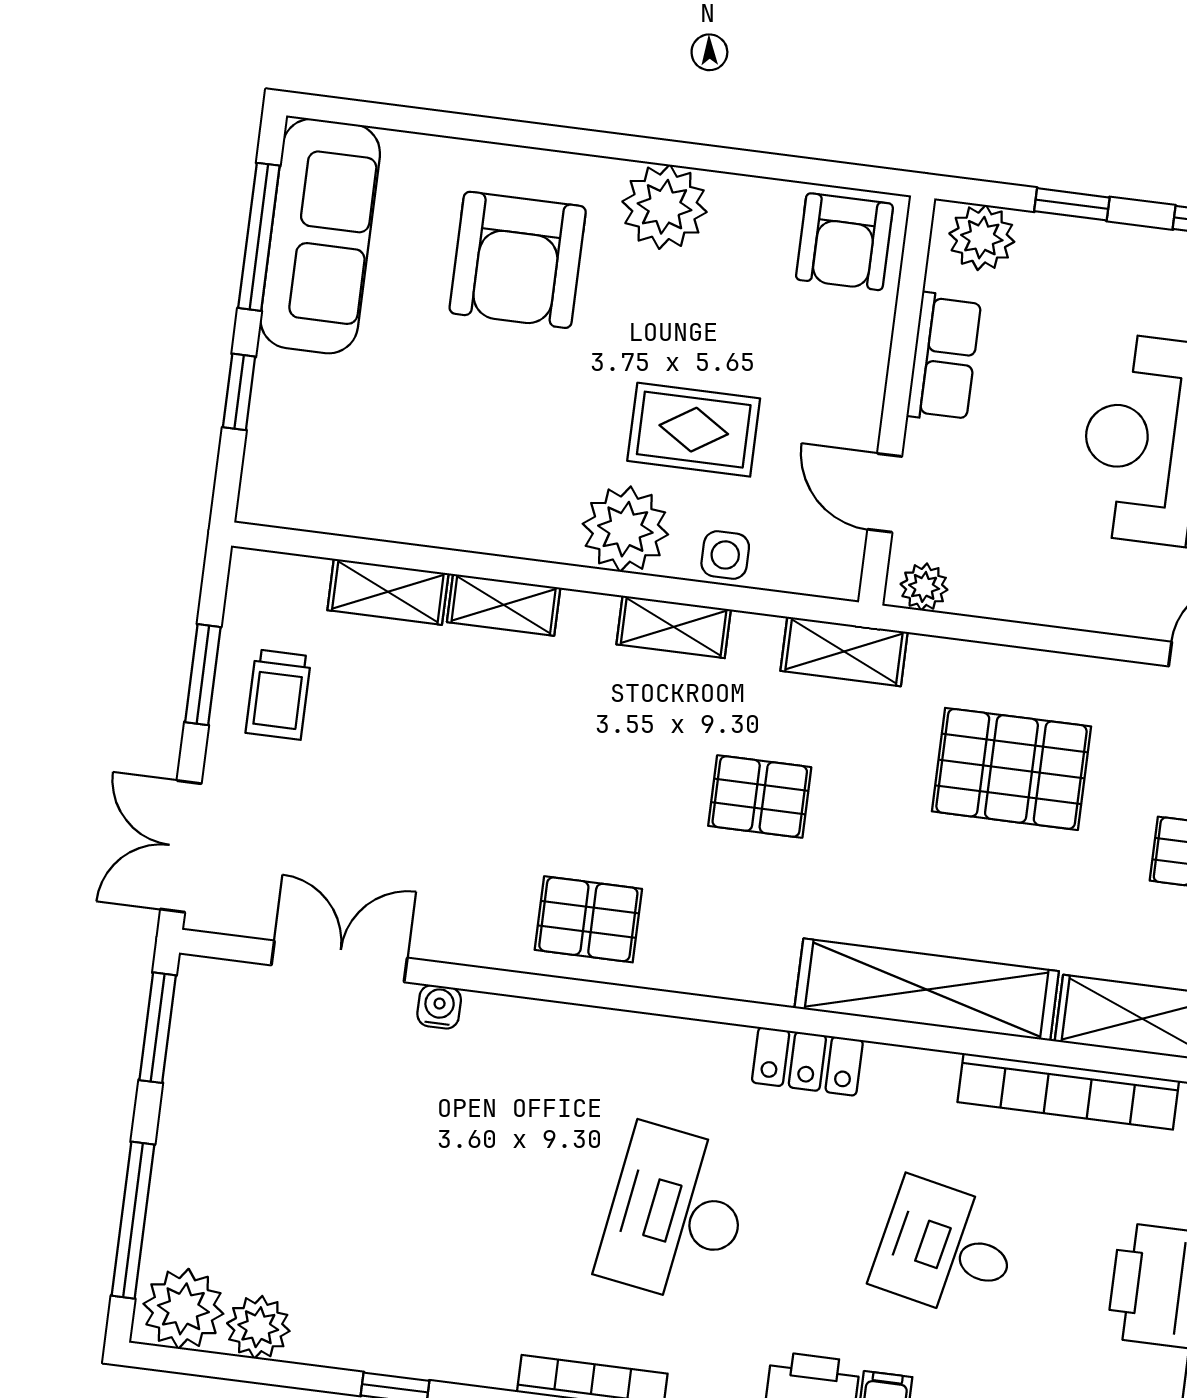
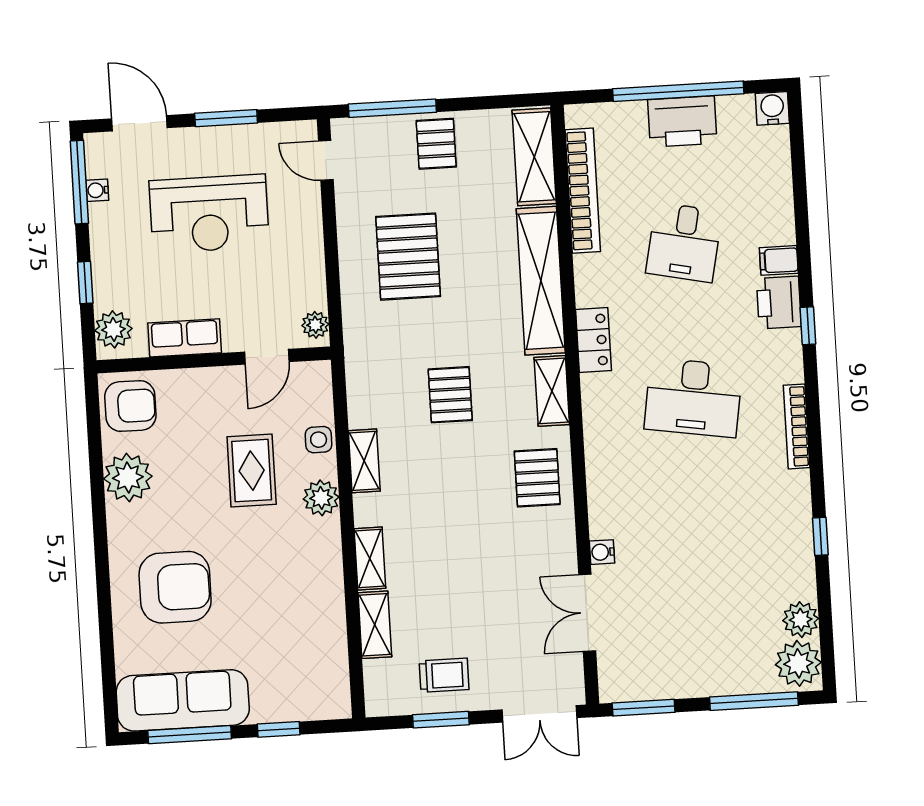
plant: (664, 207) -> (128, 477), moved
plant: (625, 529) -> (321, 498), width x0.73, depth x0.73
shelving: (844, 651) -> (552, 391), moved

